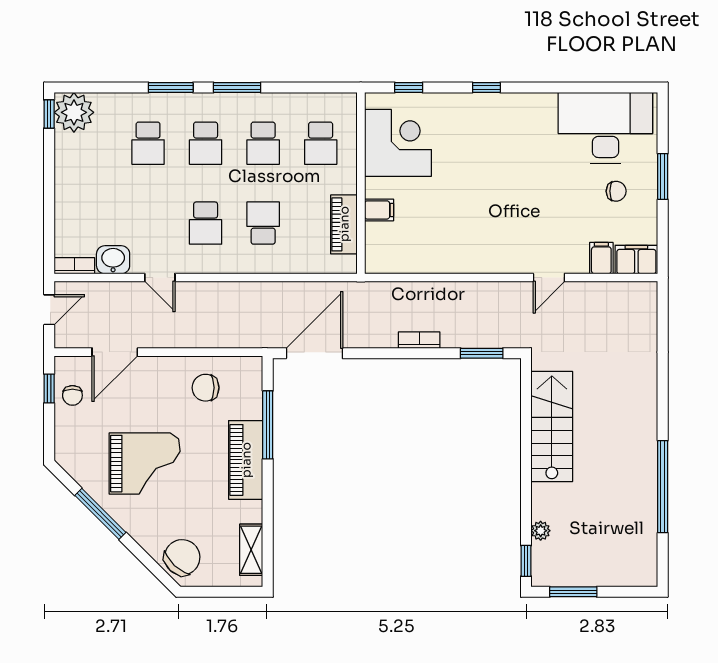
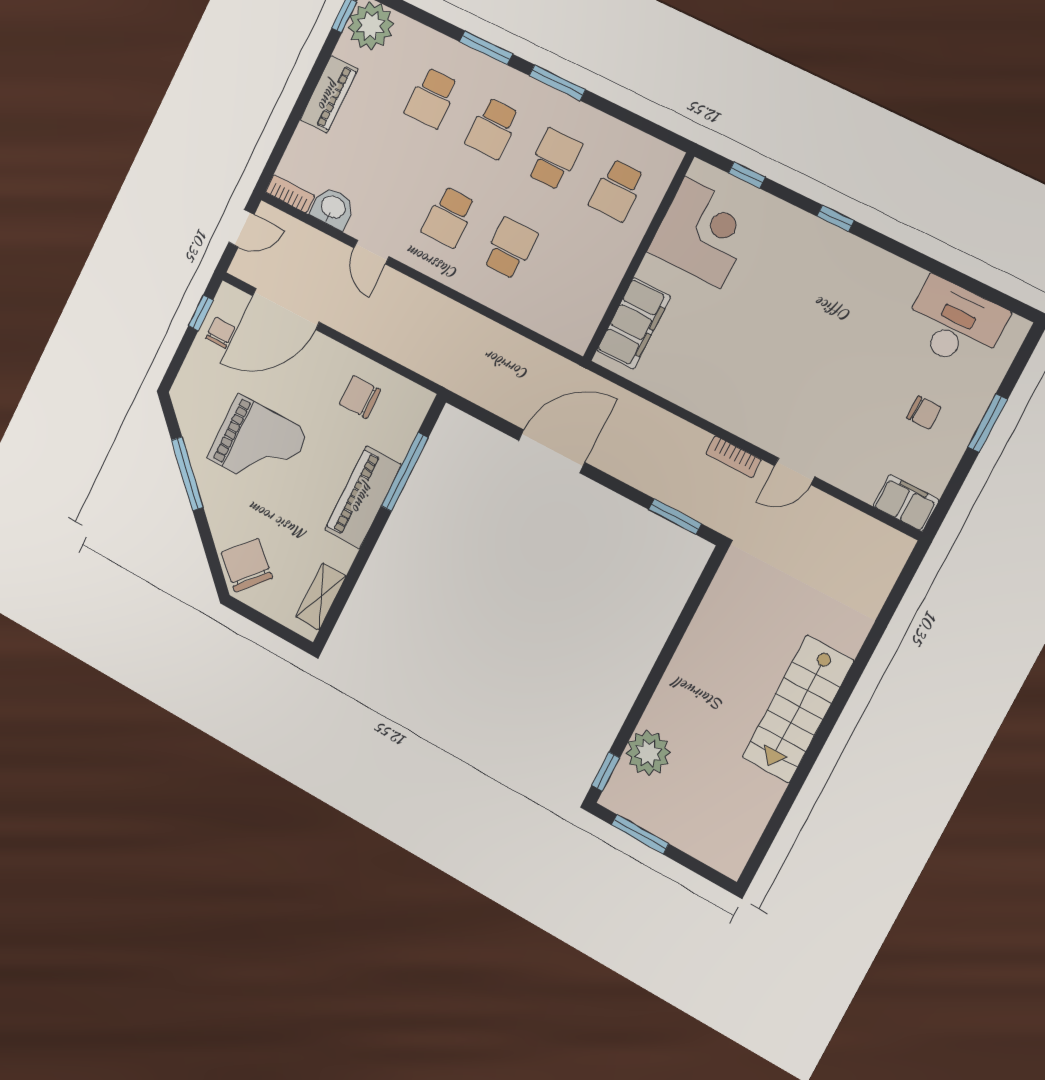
desk: (605, 128) -> (955, 324), width x0.73, depth x0.77
school desk: (263, 143) -> (554, 159), turned 180
filing cabinet: (379, 210) -> (634, 323), width x3.00, depth x1.17
piano: (344, 224) -> (329, 94), moved, turned 180
filing cabinet: (601, 258) -> (866, 480), removed
bookcase: (419, 340) -> (734, 457), moved, turned 180
door: (115, 352) -> (286, 309), width x1.36
door: (314, 353) -> (552, 451), moved
chair: (72, 395) -> (220, 333), turned 180
stairs: (552, 427) -> (798, 709), moved, turned 180
window: (663, 487) -> (801, 775), removed
plant: (541, 531) -> (648, 753), width x1.88, depth x1.88
chair: (182, 557) -> (247, 565), turned -91

